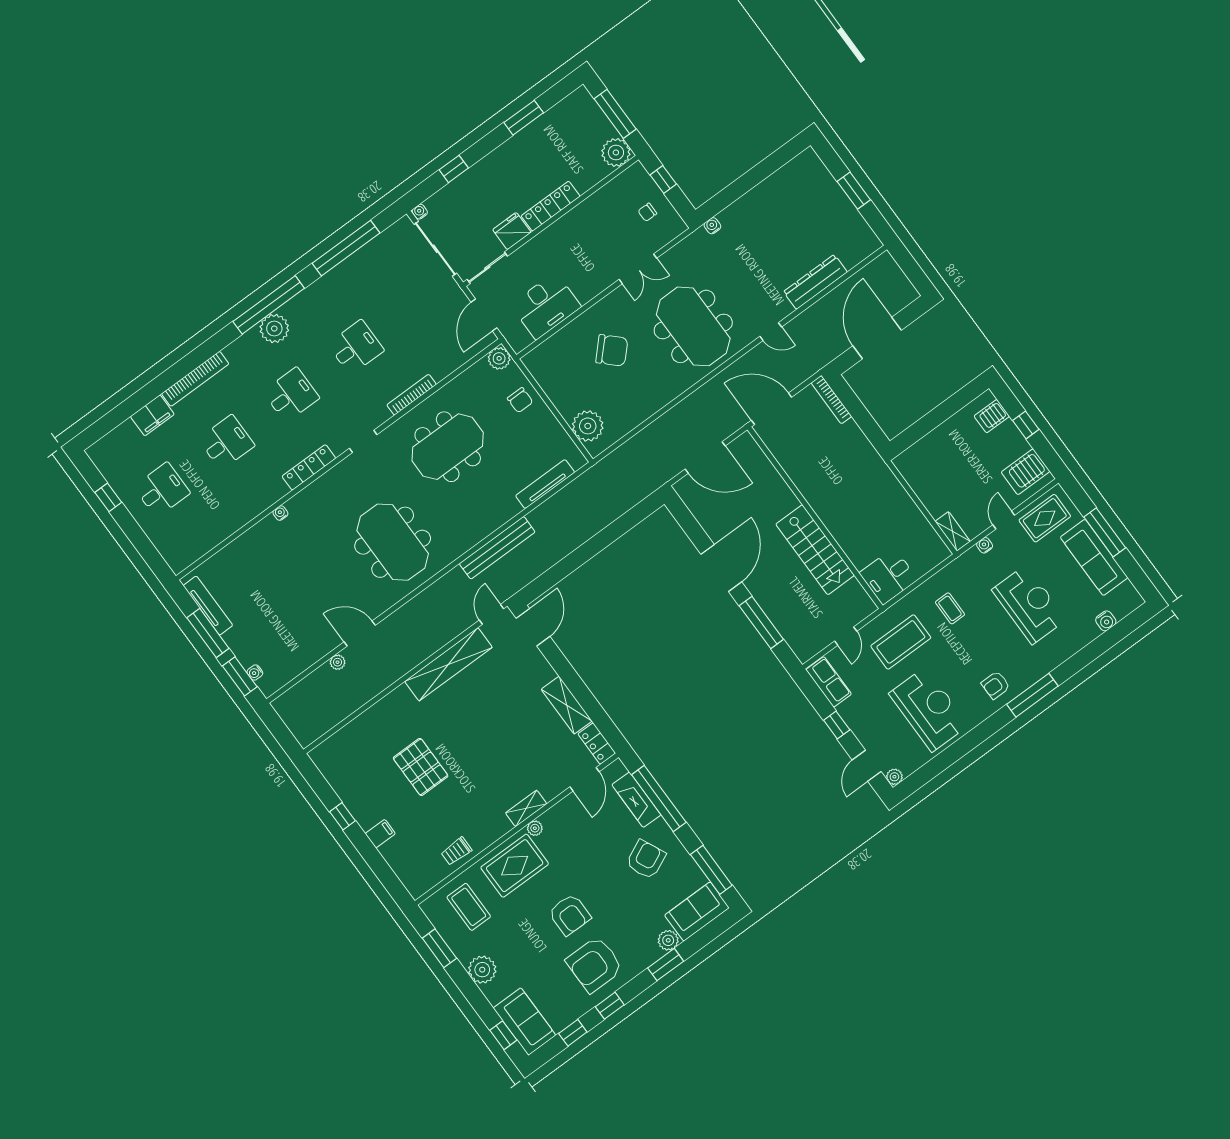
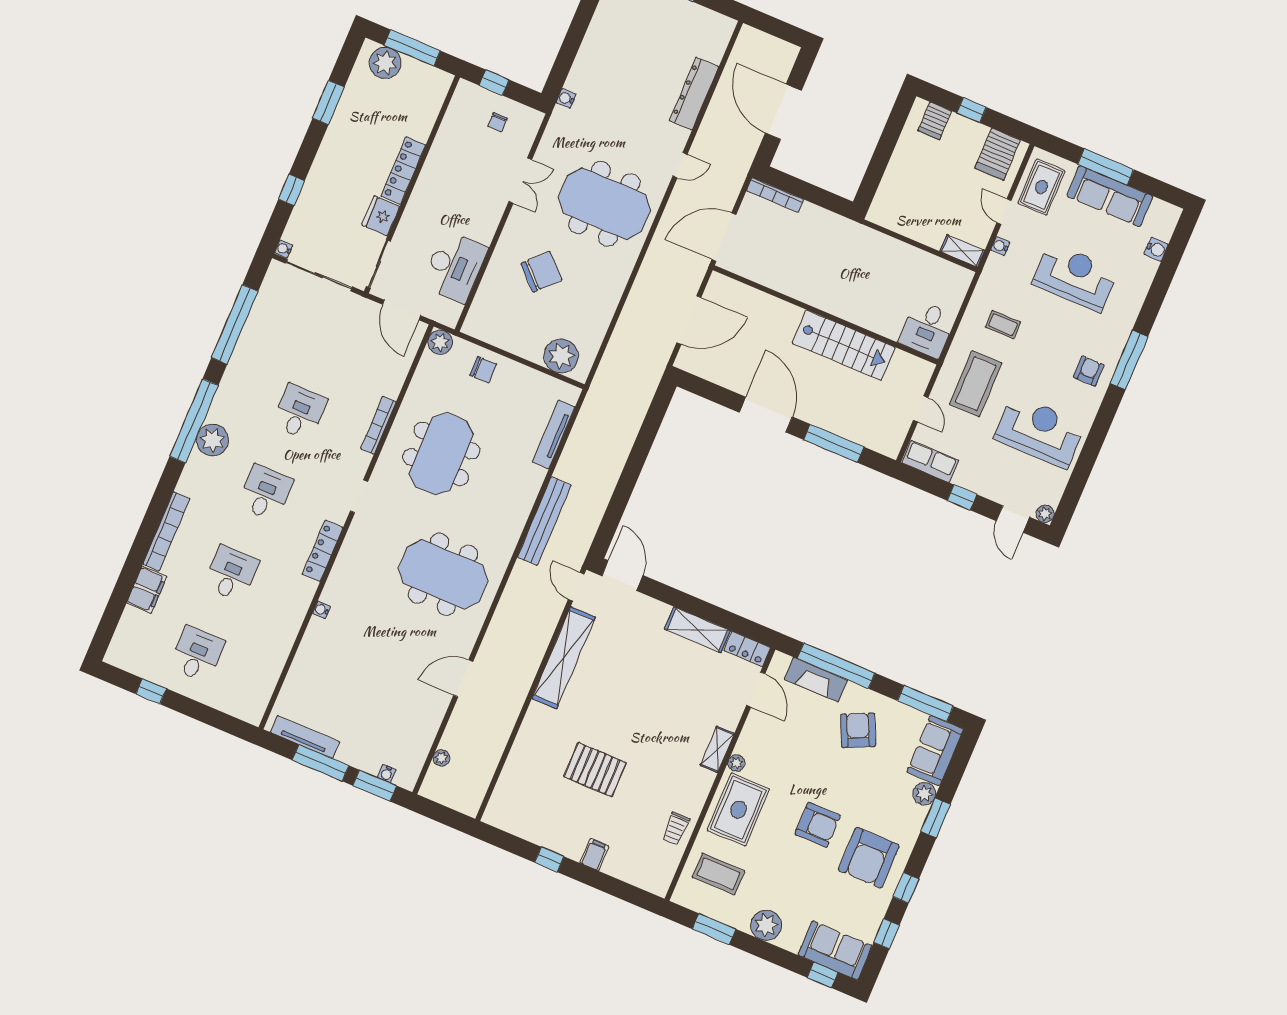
plant: (616, 152) -> (385, 63), moved
plant: (338, 662) -> (441, 758), moved
armchair: (996, 685) -> (1089, 371), turned 180

